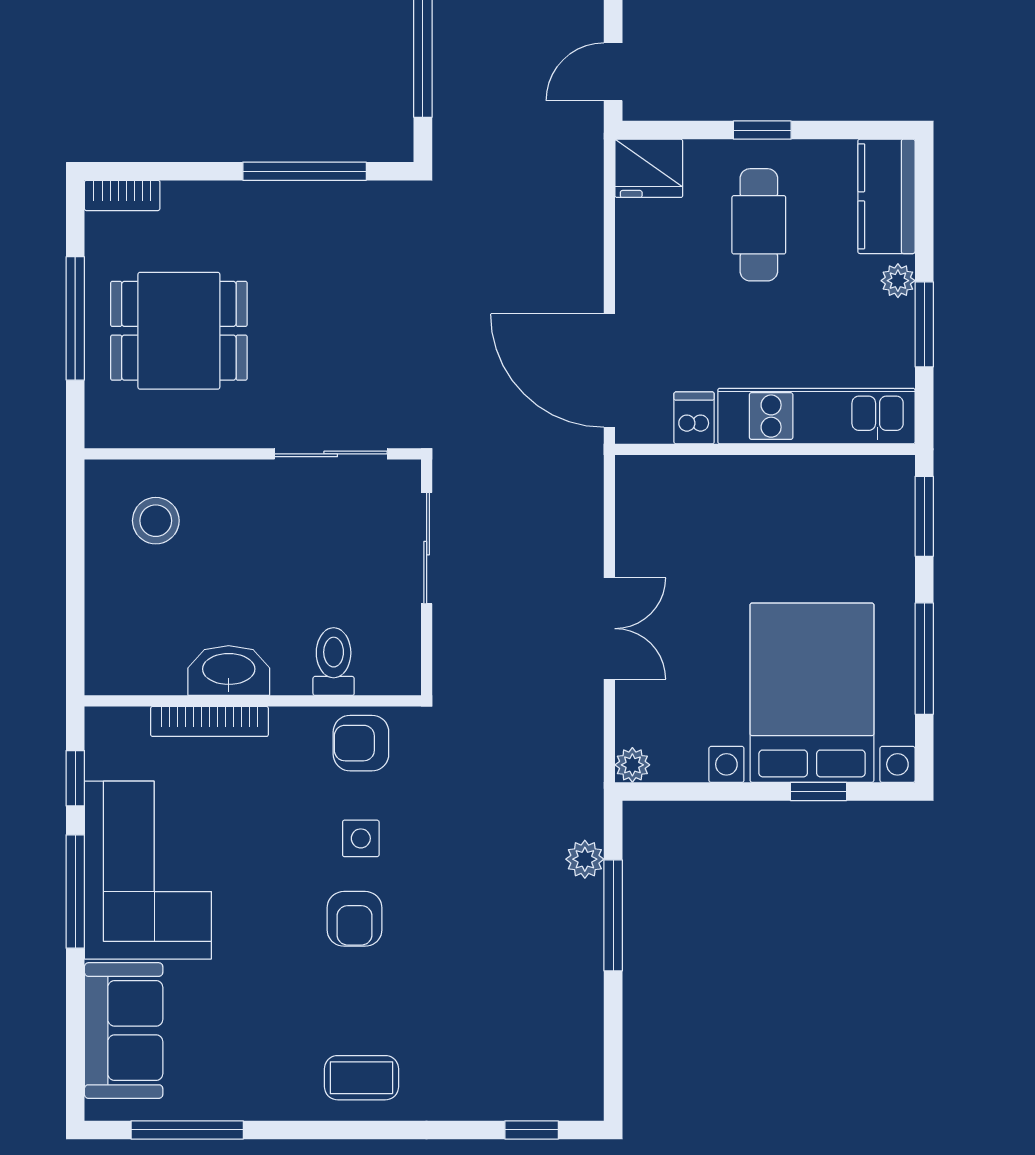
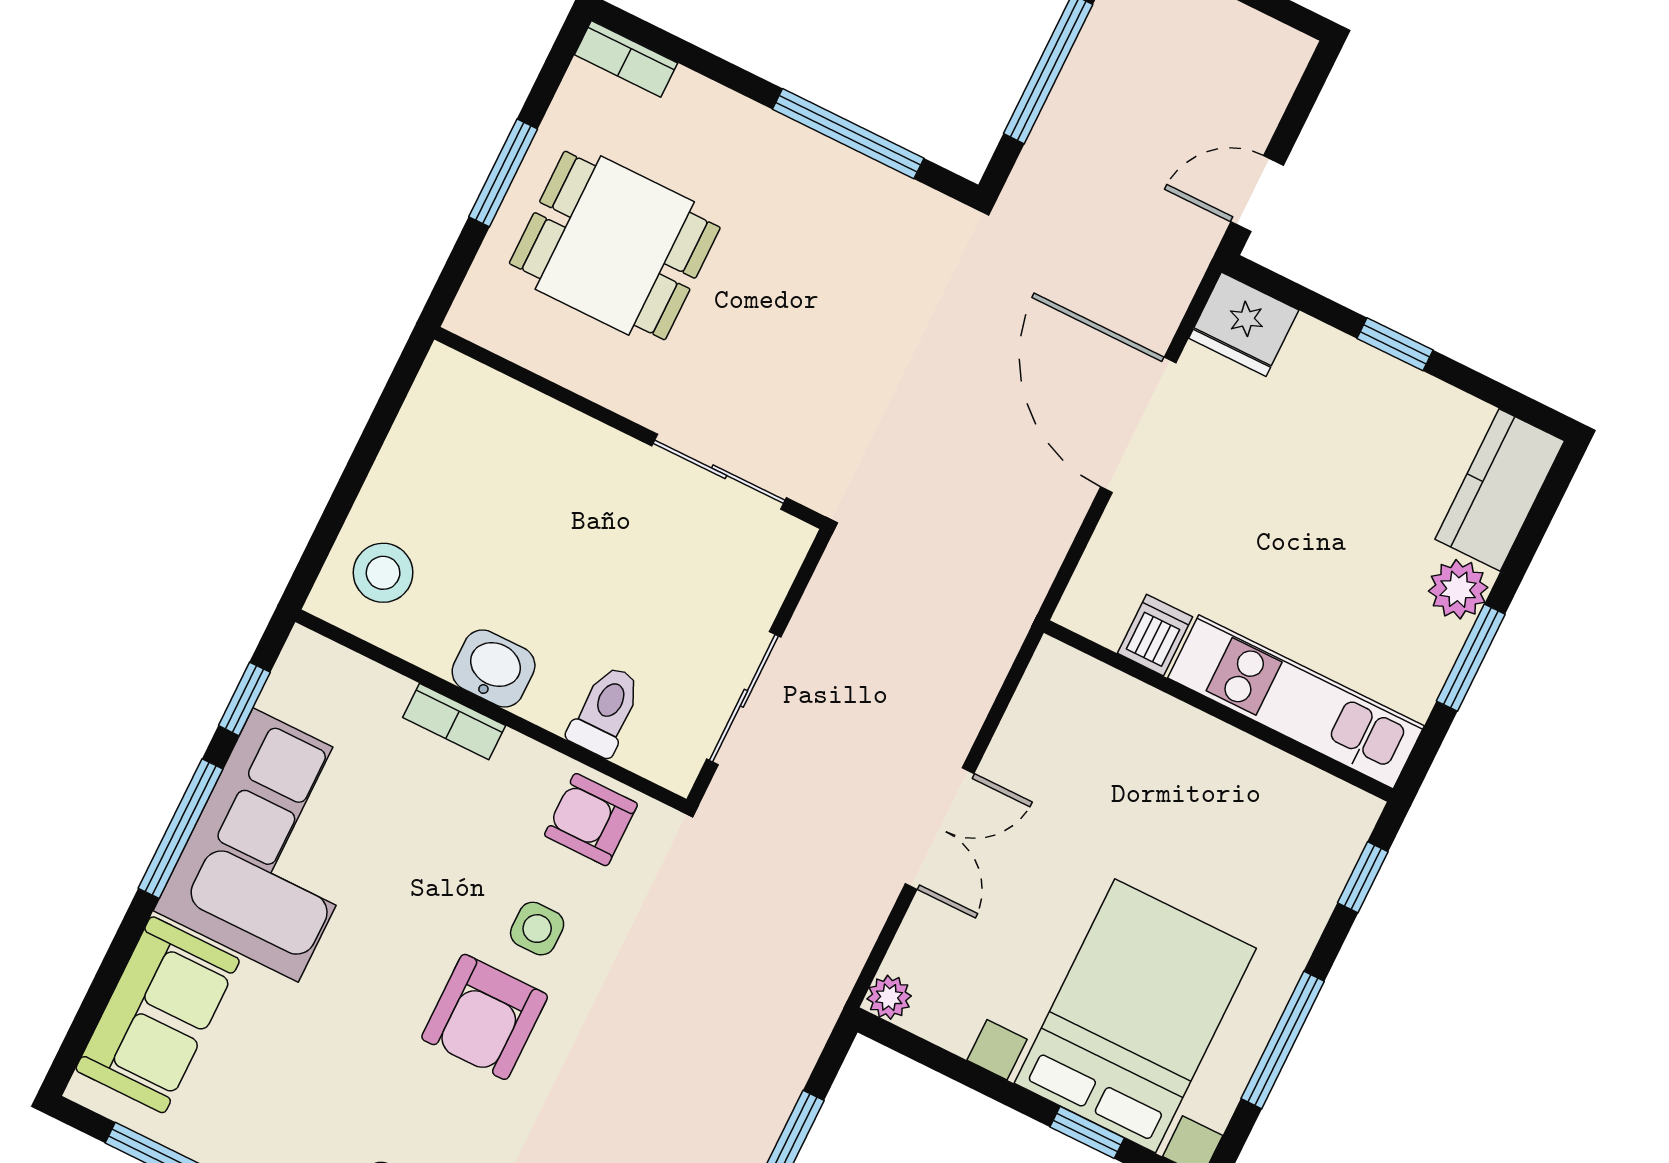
cafe table: (759, 225) -> (1338, 451), removed
plant: (898, 281) -> (1458, 589), width x1.38, depth x1.38
window: (75, 318) -> (503, 173), width x0.69
door: (609, 370) -> (1138, 425), moved
window: (924, 516) -> (1363, 877), width x0.67
stool: (156, 521) -> (383, 573), moved
sliding door: (427, 548) -> (744, 698), moved
washbasin: (229, 670) -> (494, 669), width x0.72
bookcase: (210, 721) -> (454, 722), width x0.64
plant: (585, 859) -> (782, 1078), removed
armchair: (355, 919) -> (485, 1017), width x1.38, depth x1.38

